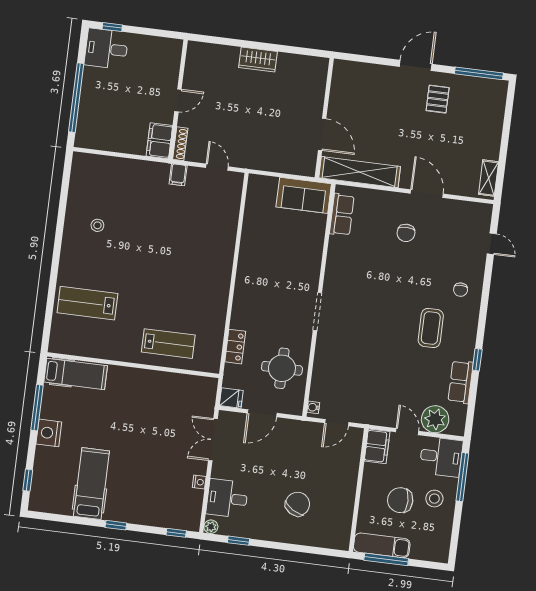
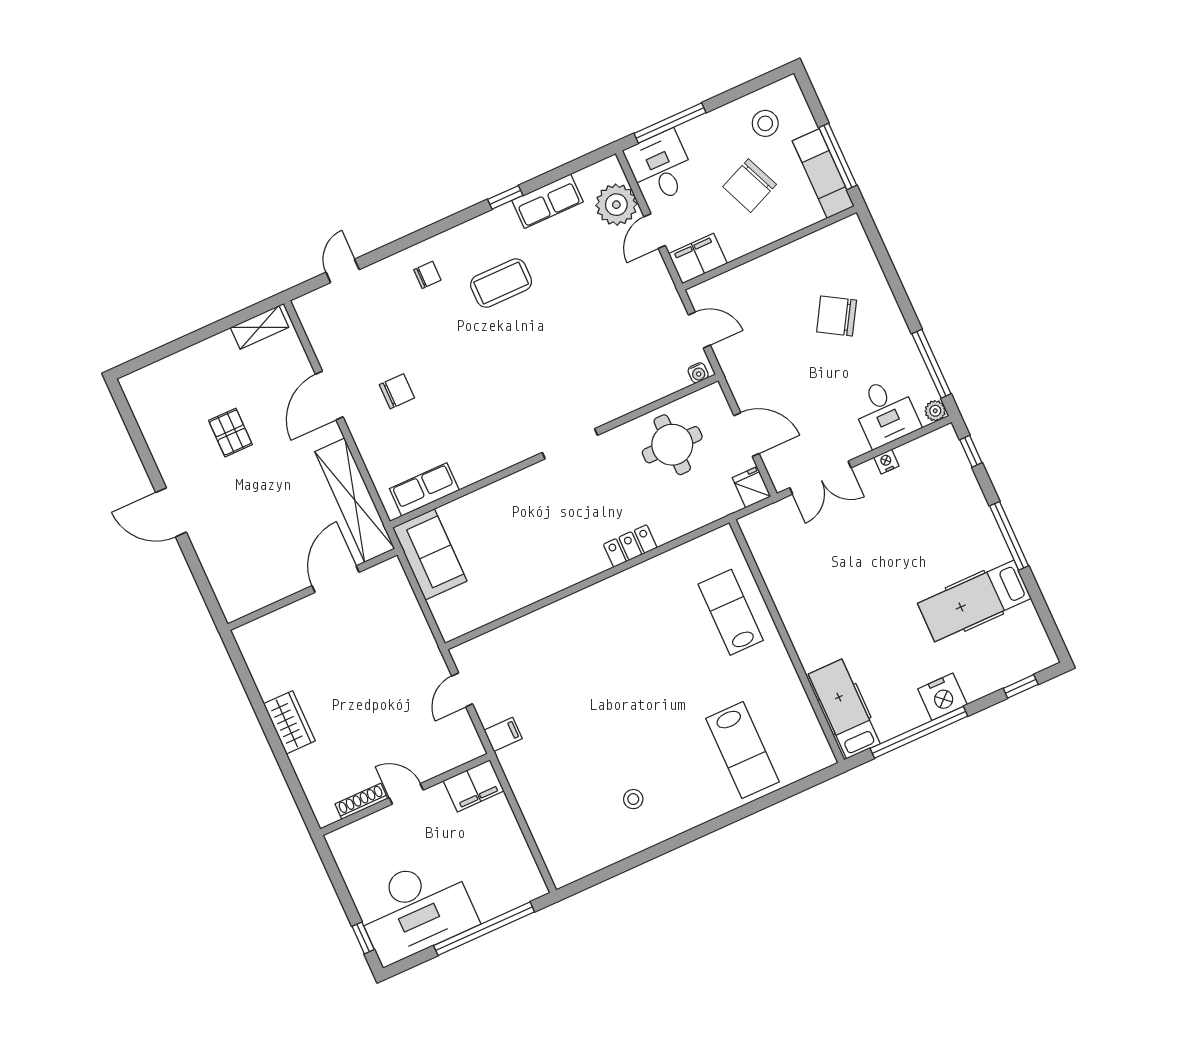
desk: (106, 49) -> (415, 910), width x1.87, depth x1.30
window: (479, 73) -> (131, 424), removed
pallet: (438, 99) -> (230, 433), moved, turned 90
shoe rack: (180, 144) -> (361, 801), moved
locker: (235, 347) -> (630, 546), moved
window: (37, 408) -> (919, 732), width x1.46
stool: (434, 499) -> (765, 123), moved
chair: (400, 500) -> (750, 186), turned 67
window: (116, 525) -> (1009, 536), width x2.17
window: (239, 541) -> (931, 364), width x2.17

